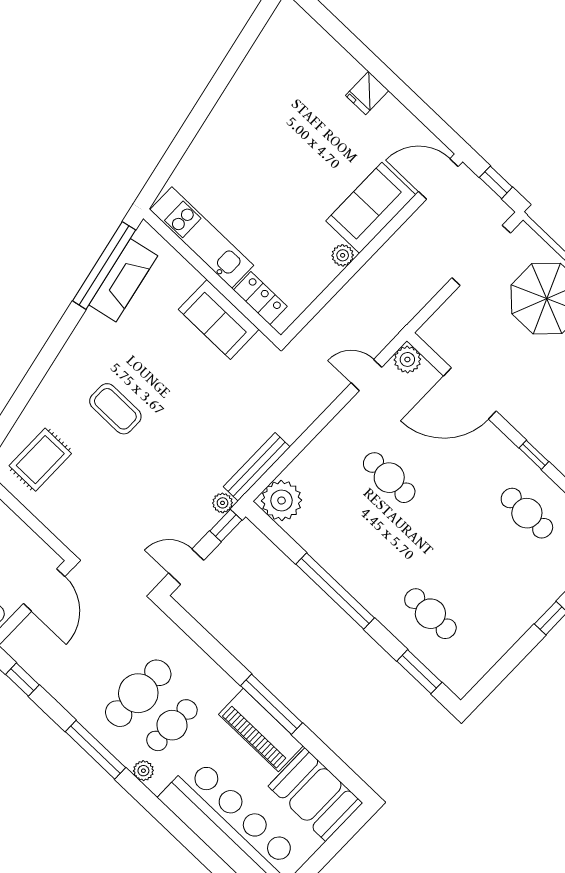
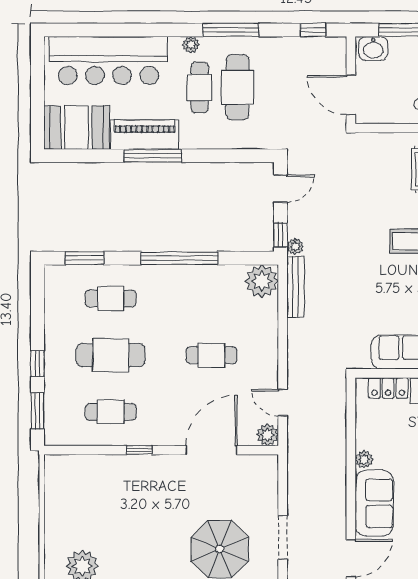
doorway: (481, 255) -> (283, 538), width x0.73
door: (366, 375) -> (283, 403), swing flipped
cafe table: (479, 563) -> (111, 355), added

